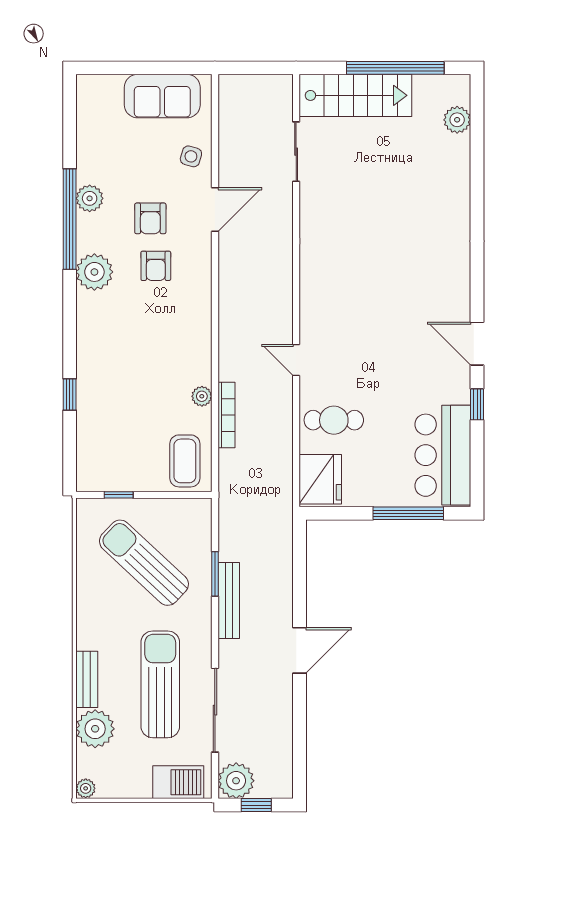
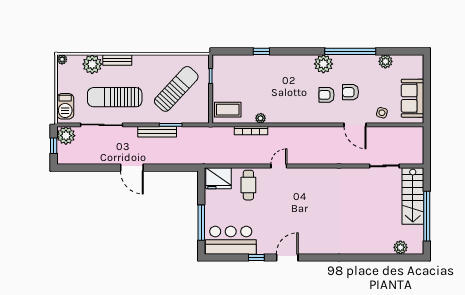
plant: (90, 198) -> (385, 61), moved
sun lounger: (160, 684) -> (115, 97), turned 180

